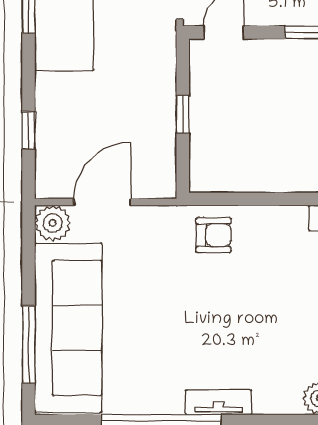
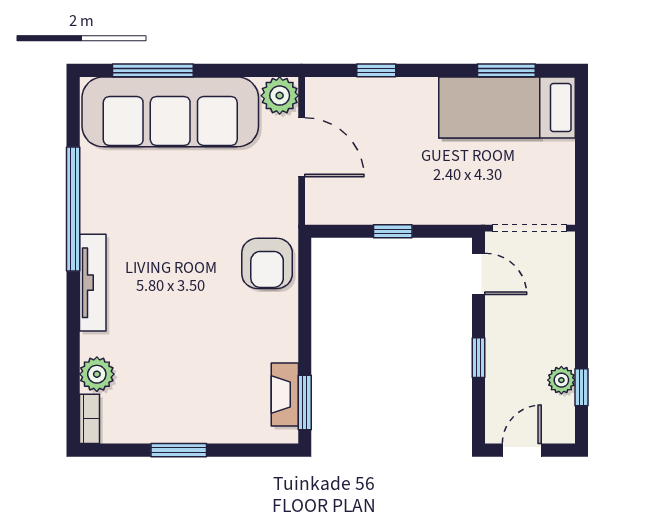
armchair: (213, 235) -> (267, 263), width x1.38, depth x1.38
tv unit: (218, 402) -> (93, 283), width x1.41

